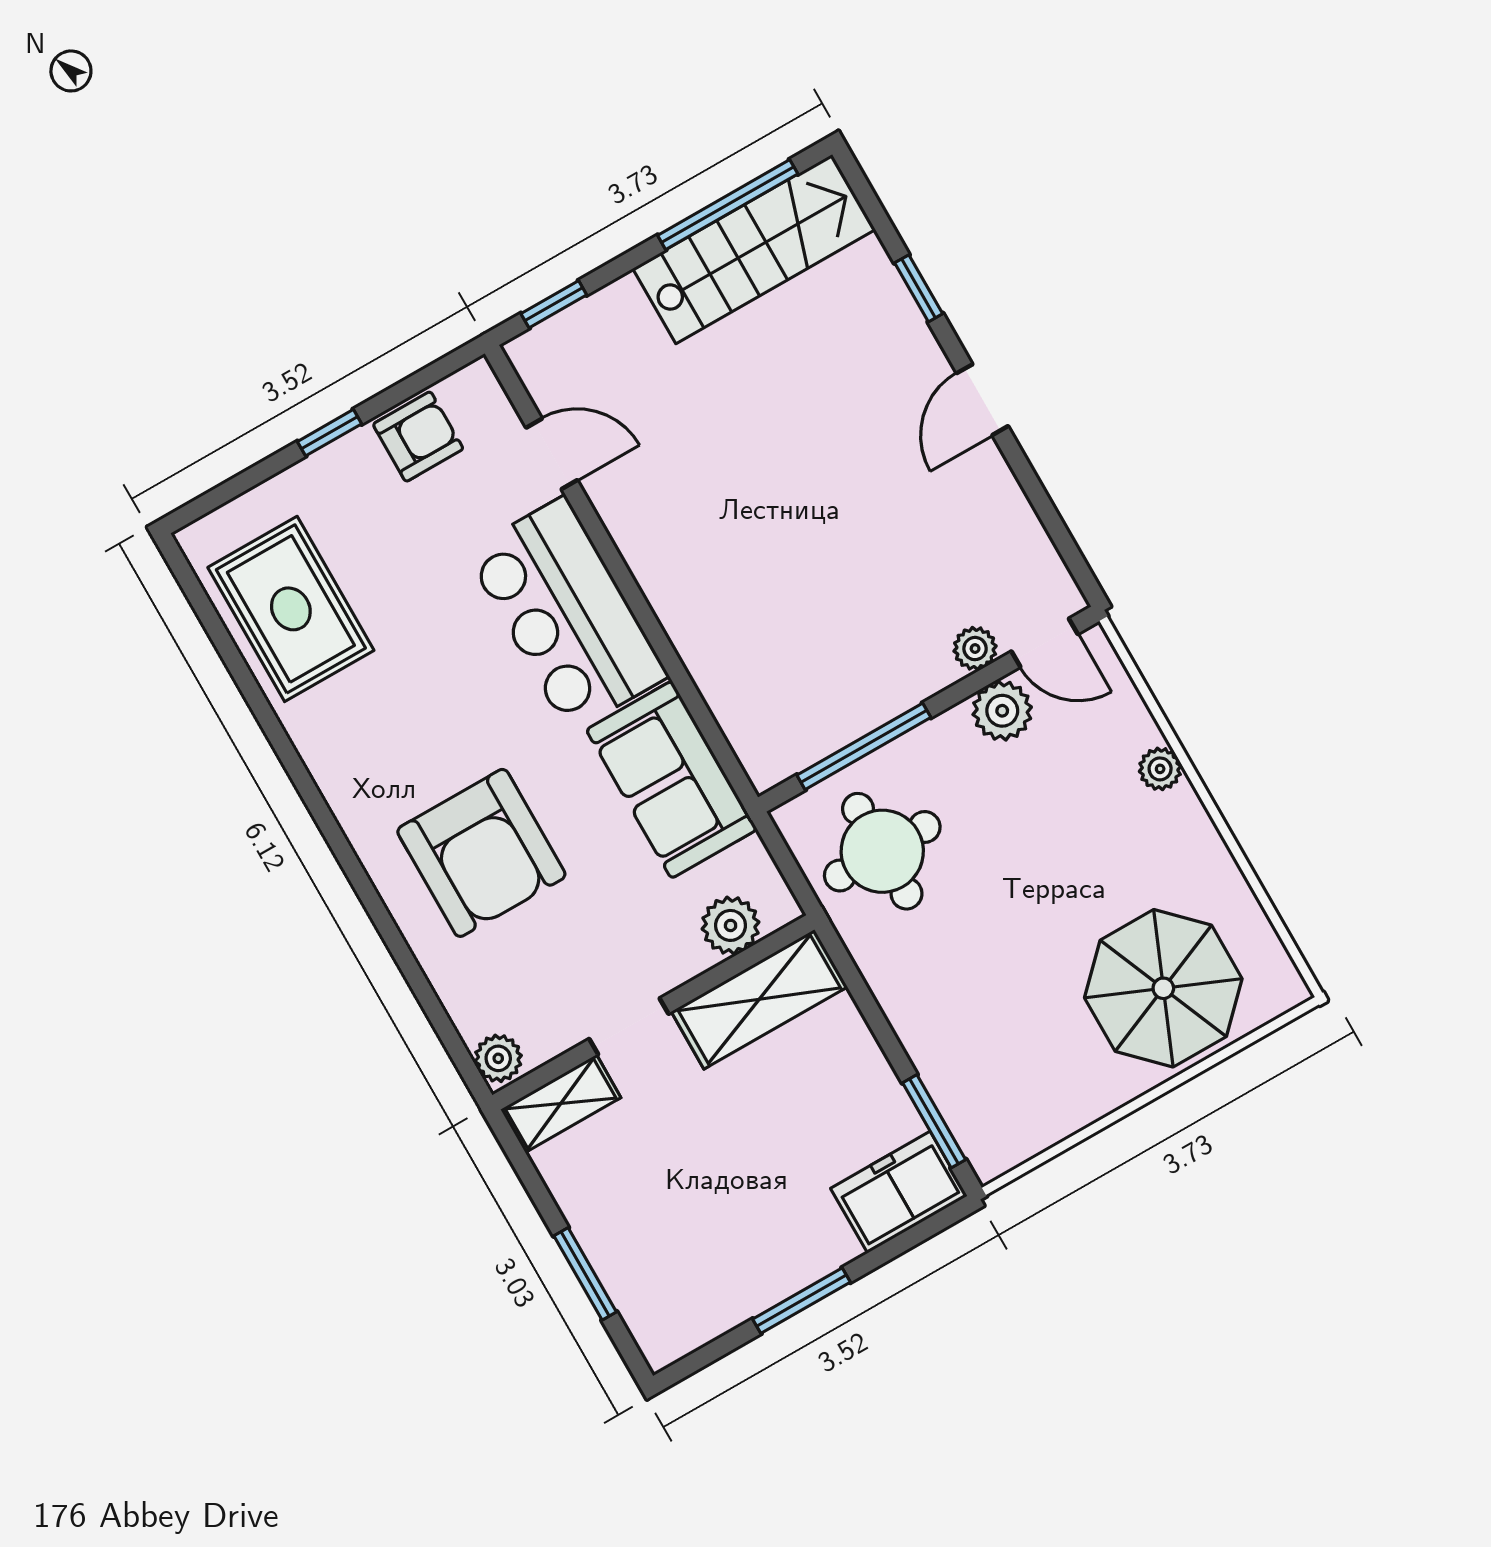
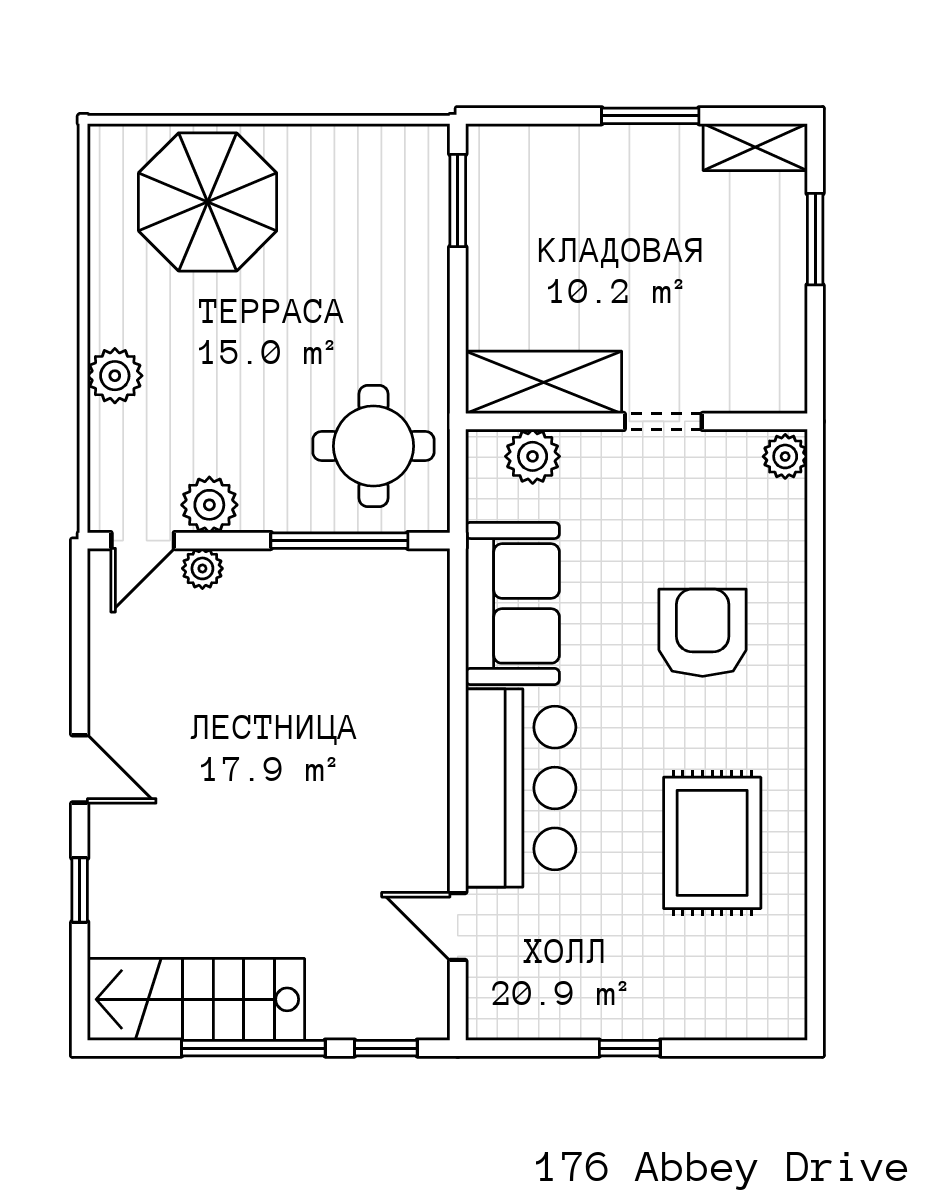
window: (728, 205) -> (253, 1048), moved
door: (982, 400) -> (80, 769), hinge flipped
armchair: (418, 437) -> (559, 1003), removed
rug: (291, 609) -> (712, 843), moved
door: (1045, 643) -> (143, 541), swing flipped
plant: (1160, 769) -> (115, 376), width x1.38, depth x1.38
armchair: (481, 853) -> (703, 633), width x0.73, depth x0.73
shelving: (561, 1104) -> (755, 147), moved
freezer: (899, 1192) -> (520, 159), removed

